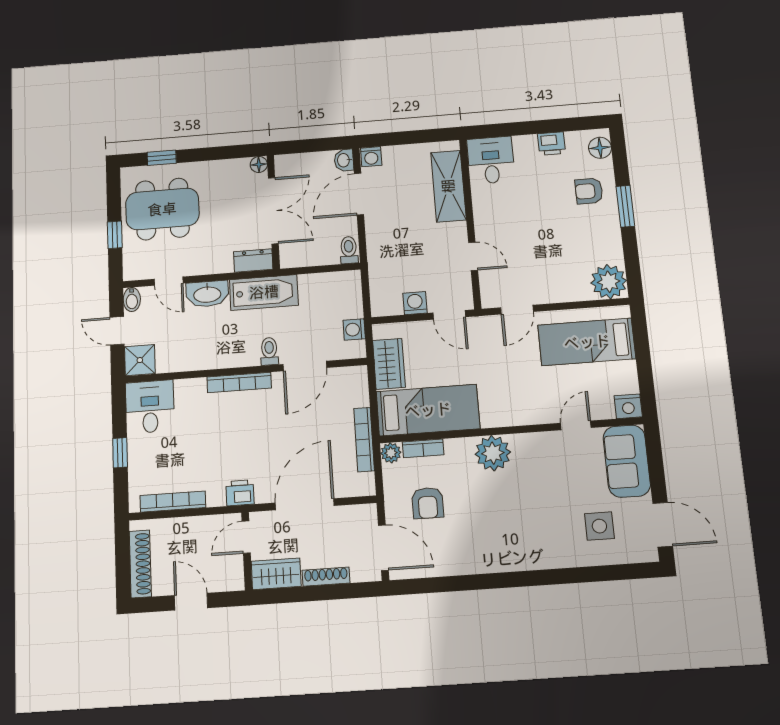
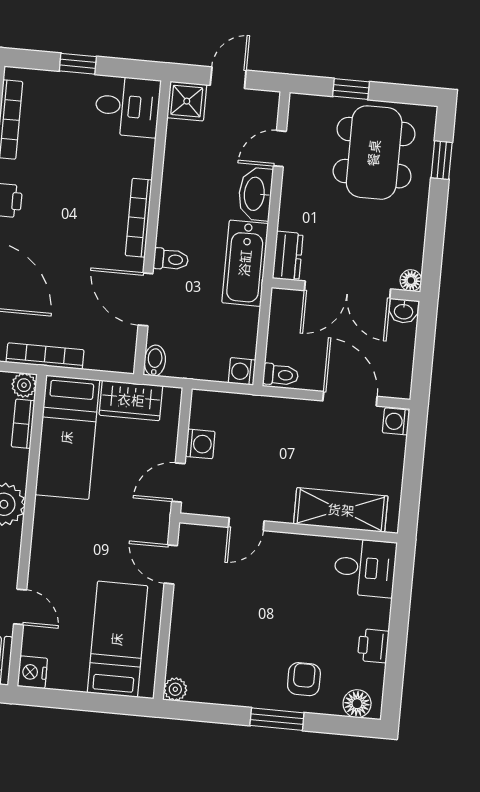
washbasin: (344, 160) -> (404, 311), moved, turned 180
plant: (609, 282) -> (175, 689), width x0.53, depth x0.53
bidet: (132, 300) -> (155, 361), moved, turned 90
washing machine: (354, 329) -> (242, 371), moved, turned -90

